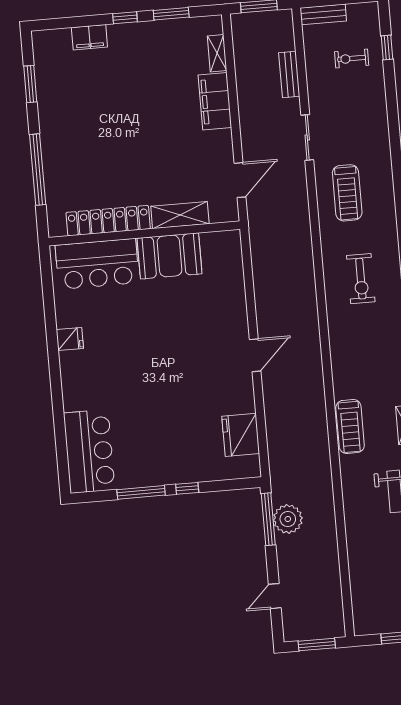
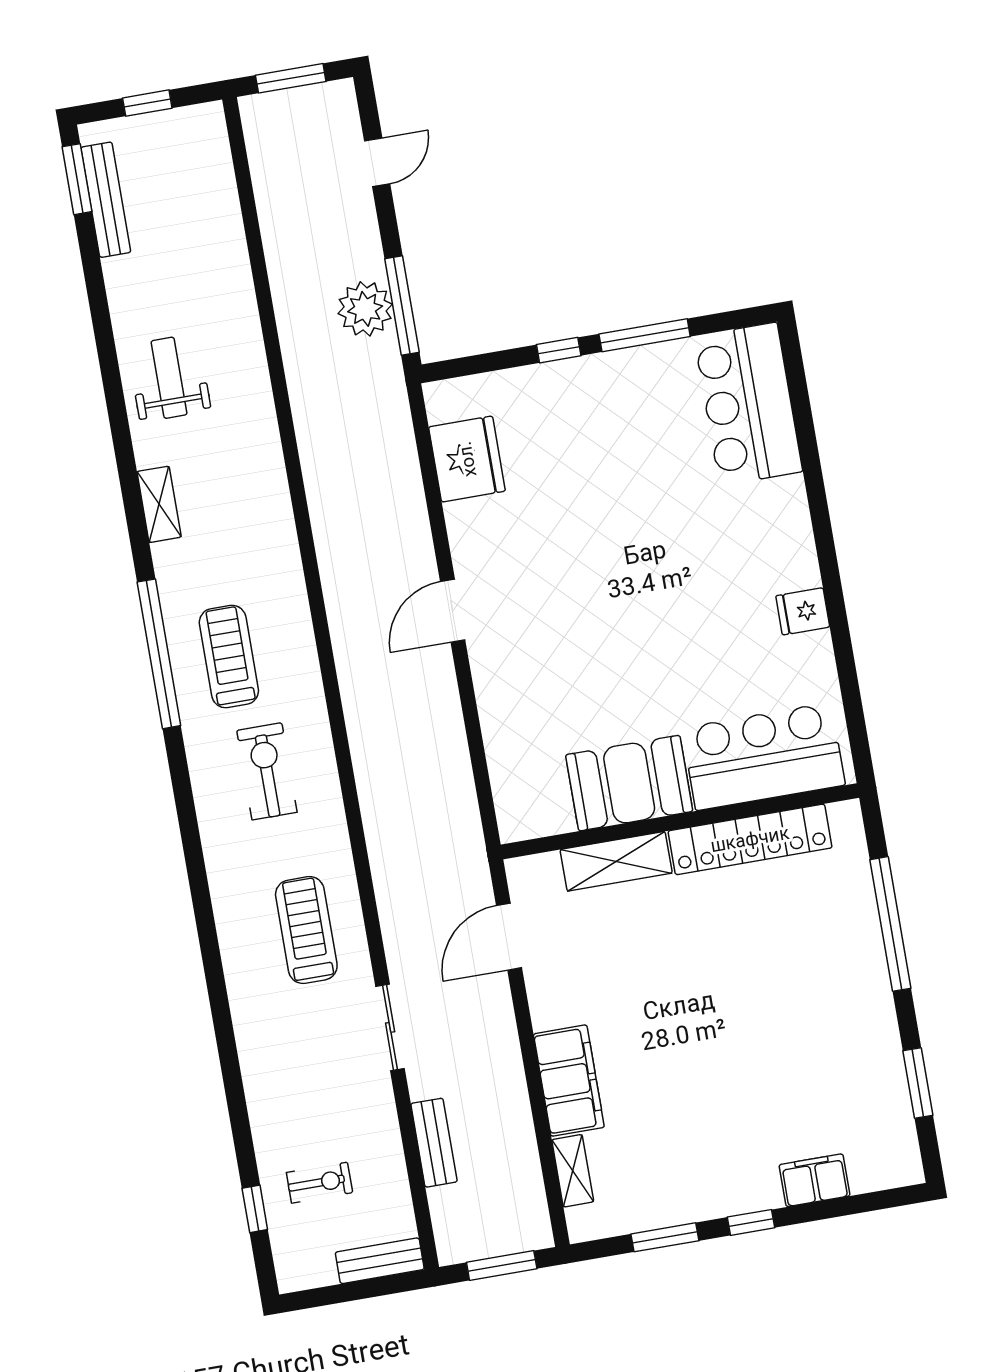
treadmill: (350, 426) -> (229, 657), moved

